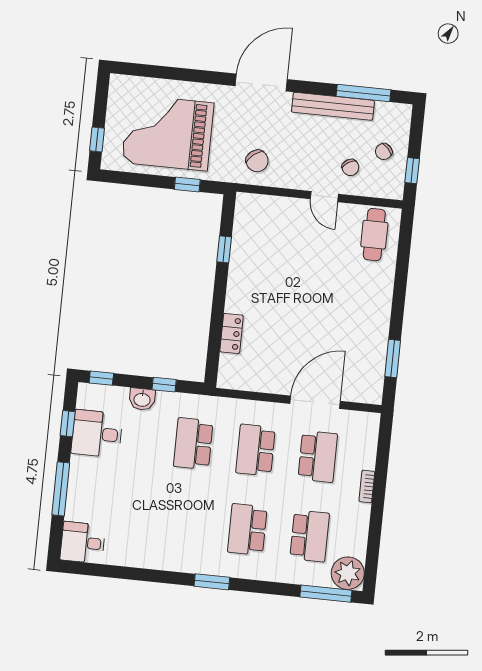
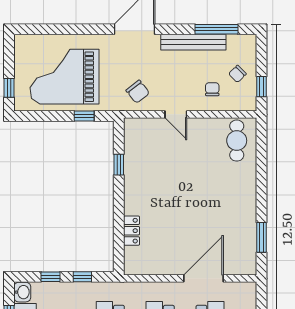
chair: (350, 167) -> (212, 89), turned -148
door: (324, 197) -> (176, 114), moved
window: (101, 378) -> (50, 277), moved
washbasin: (142, 399) -> (22, 292), moved, turned -90

